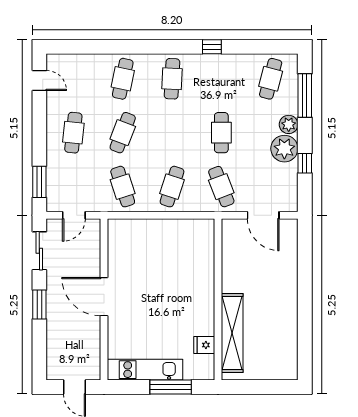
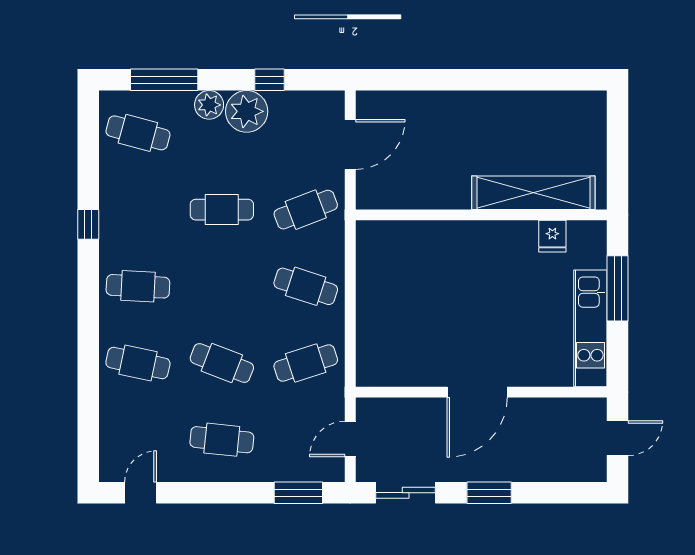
door: (74, 215) -> (350, 439), swing flipped

